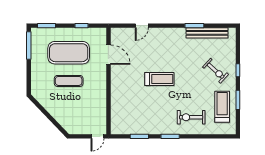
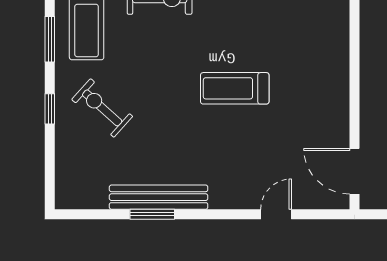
bench: (207, 33) -> (159, 197), moved
door: (108, 55) -> (355, 171), moved

